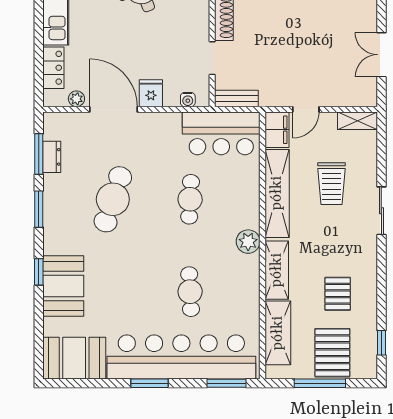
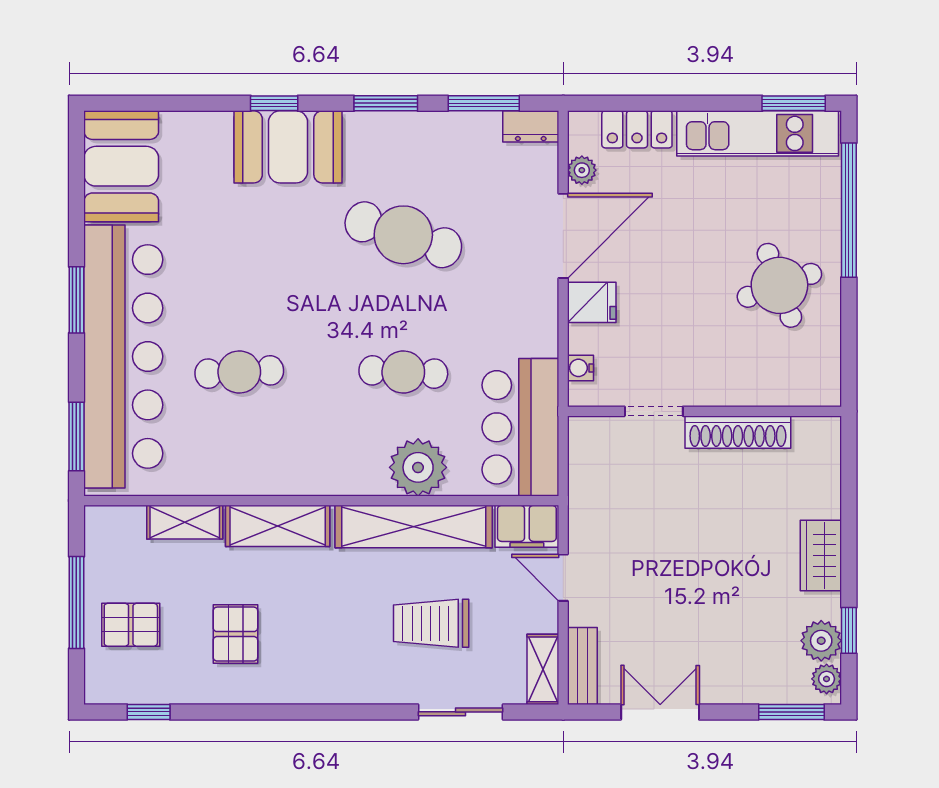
bench: (236, 98) -> (582, 666), moved
dresser: (52, 157) -> (531, 126), moved
sliding door: (381, 211) -> (461, 712), moved
plant: (248, 242) -> (418, 467), moved, width x1.36, depth x1.36
booth: (63, 286) -> (288, 147), moved
pallet: (338, 294) -> (235, 634), turned 90
shelving: (278, 333) -> (185, 522), width x0.67, depth x0.75
pallet: (332, 353) -> (131, 625), width x0.67, depth x0.71

